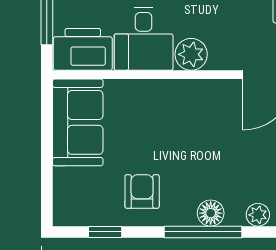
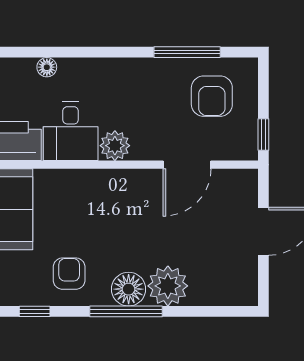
floor lamp: (211, 213) -> (129, 289), width x1.38, depth x1.38
plant: (258, 215) -> (168, 286), width x1.88, depth x1.88

